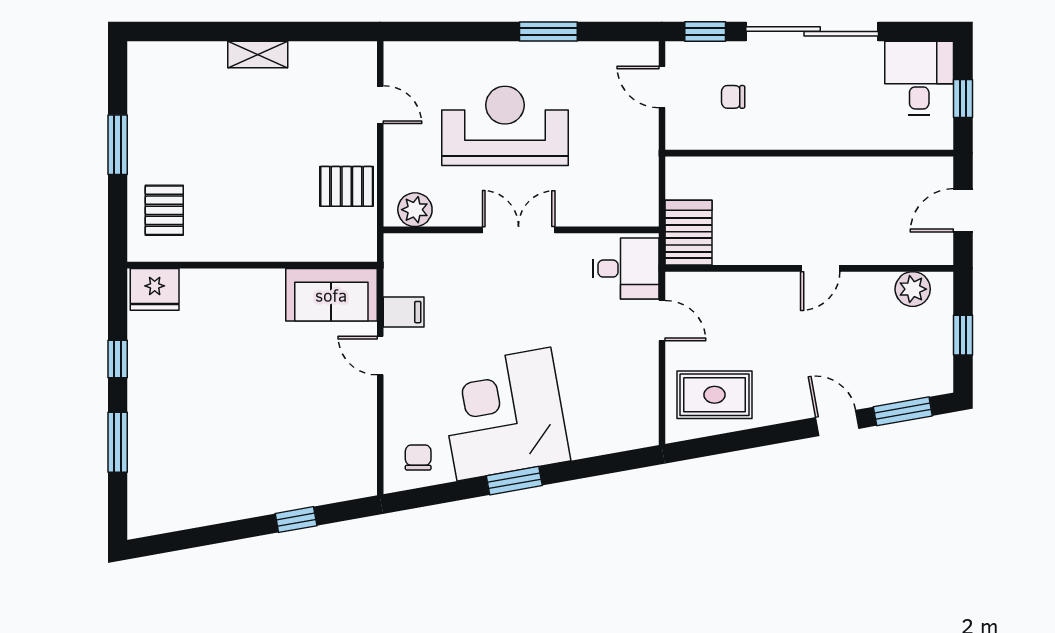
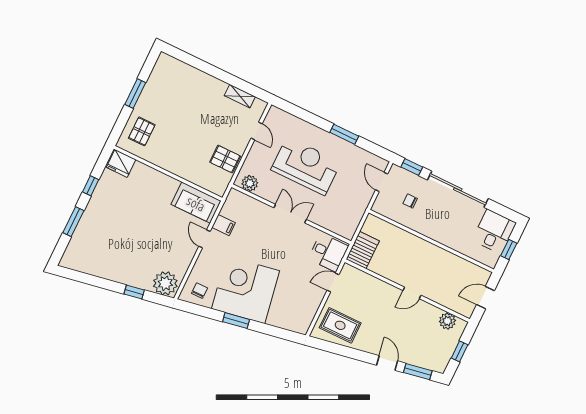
shelving: (258, 54) -> (240, 96), moved
door: (662, 321) -> (333, 282), swing flipped
plant: (347, 475) -> (165, 283), added

